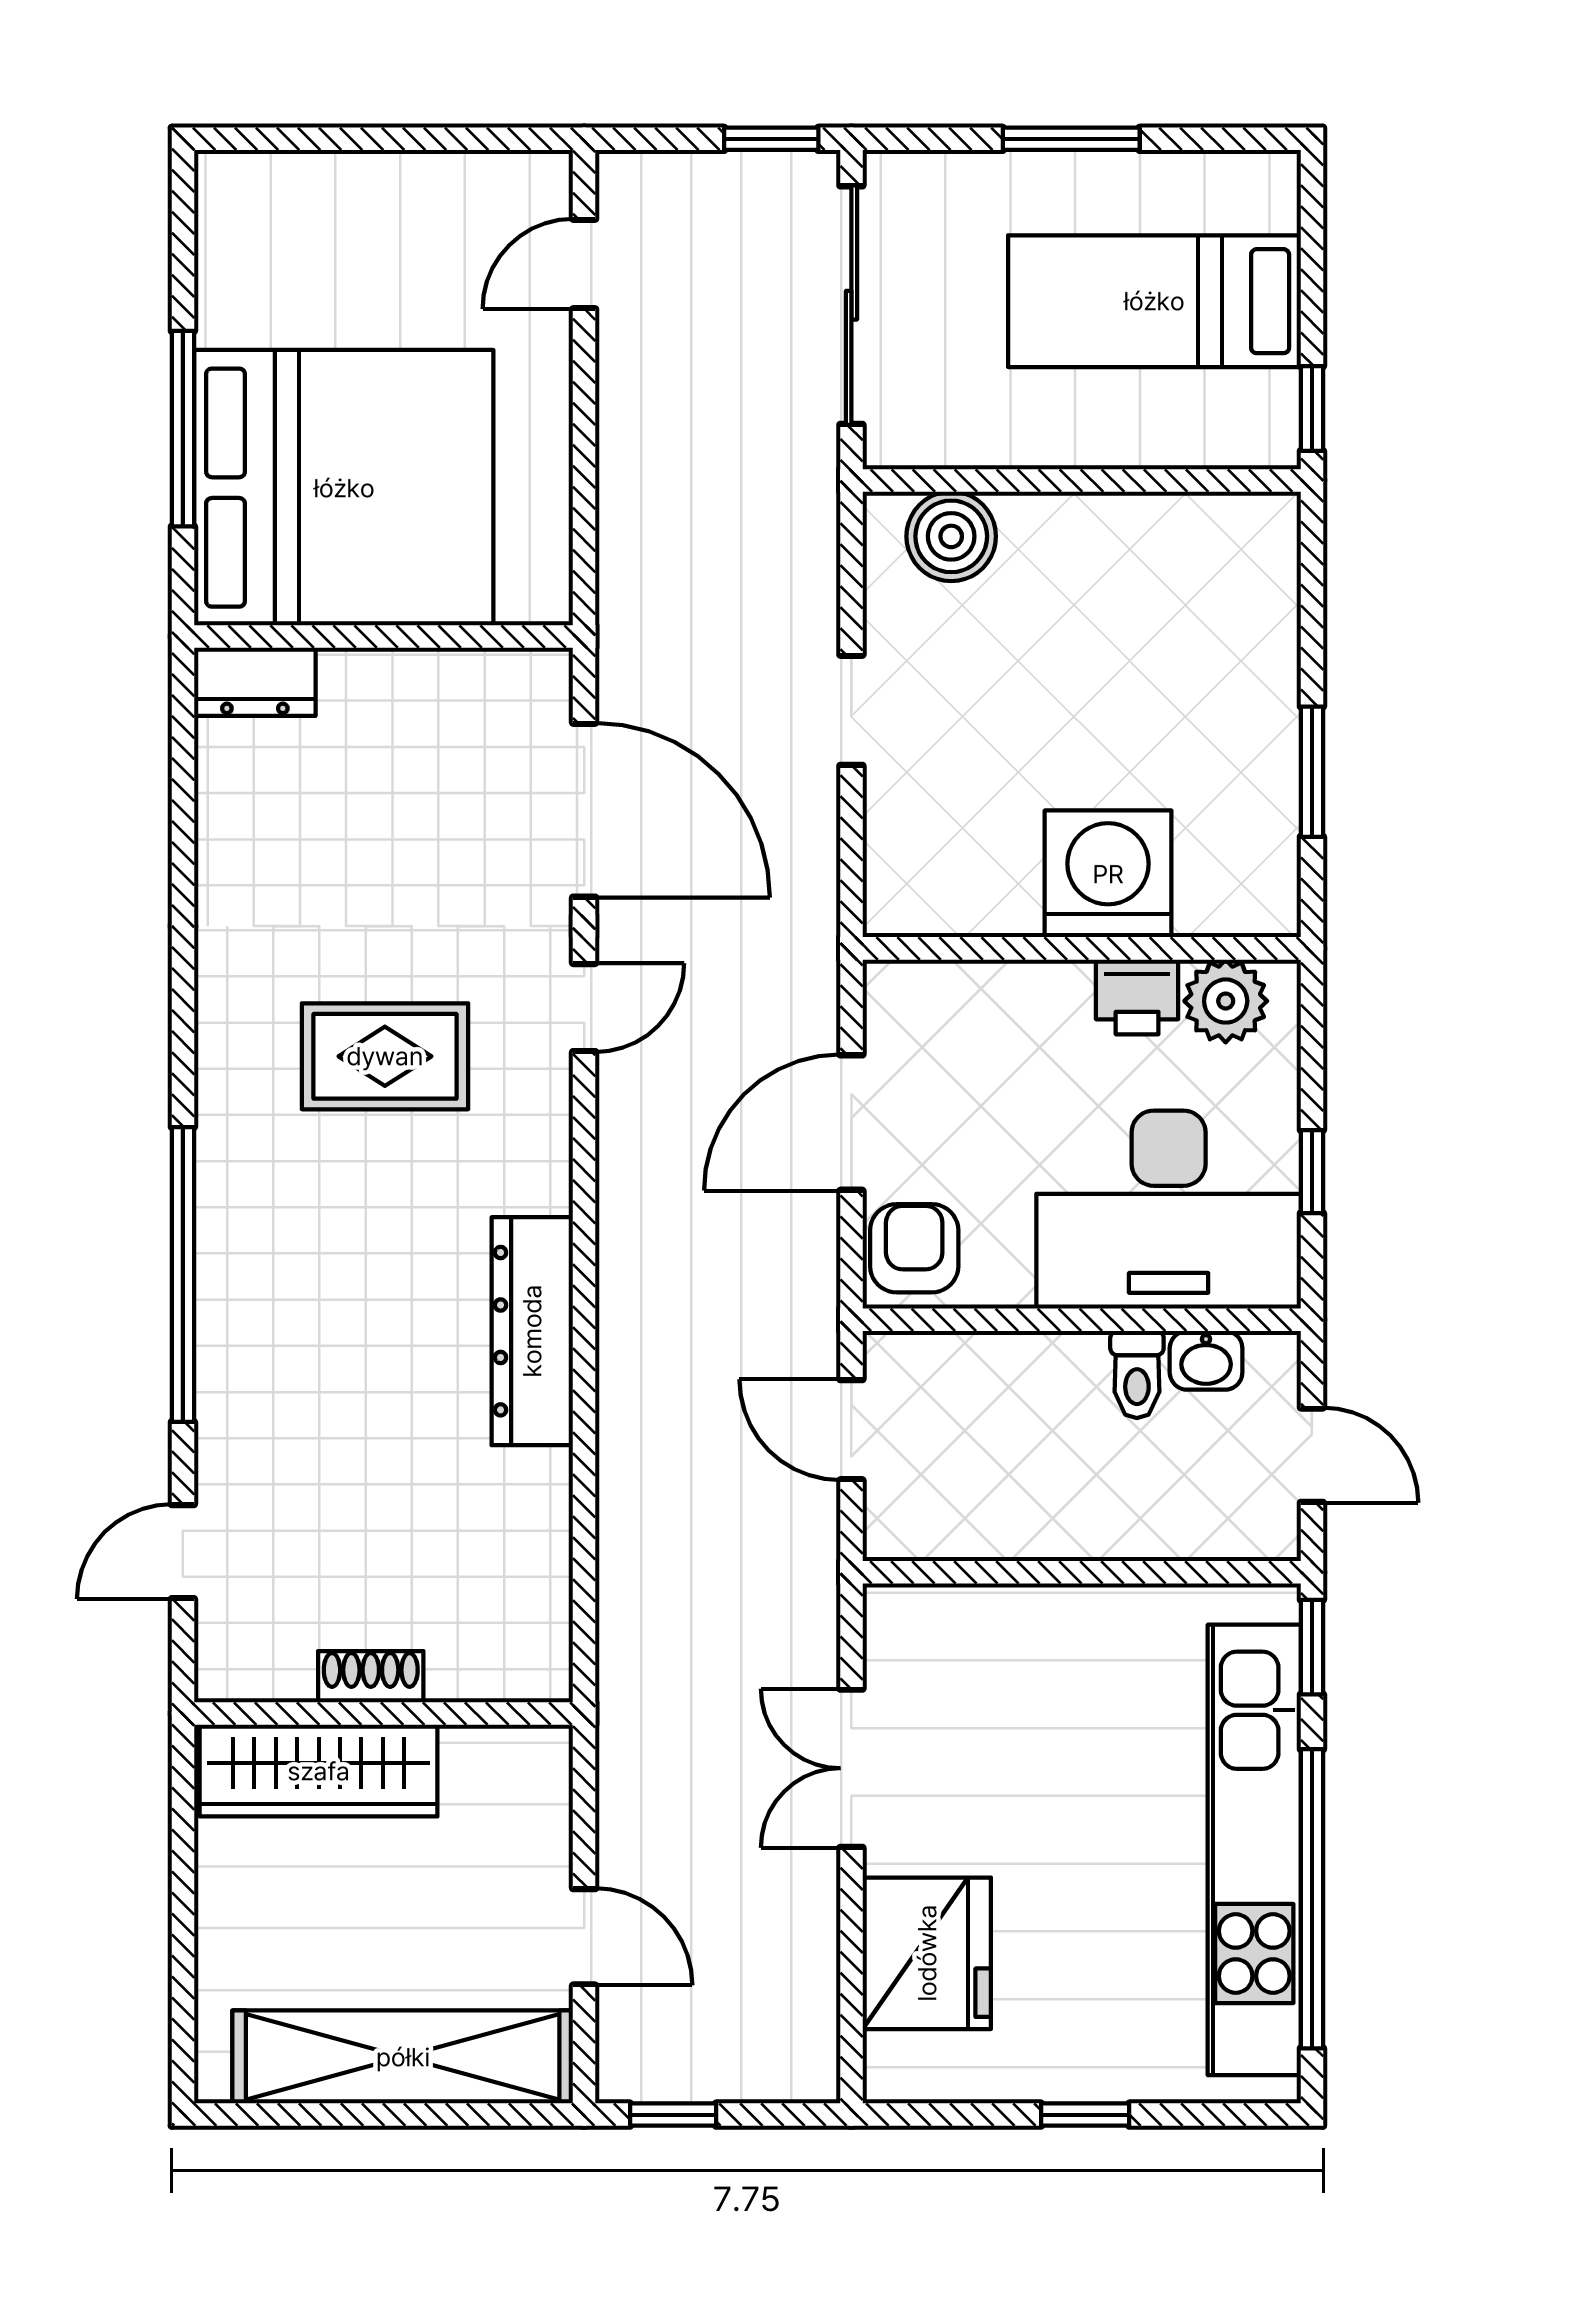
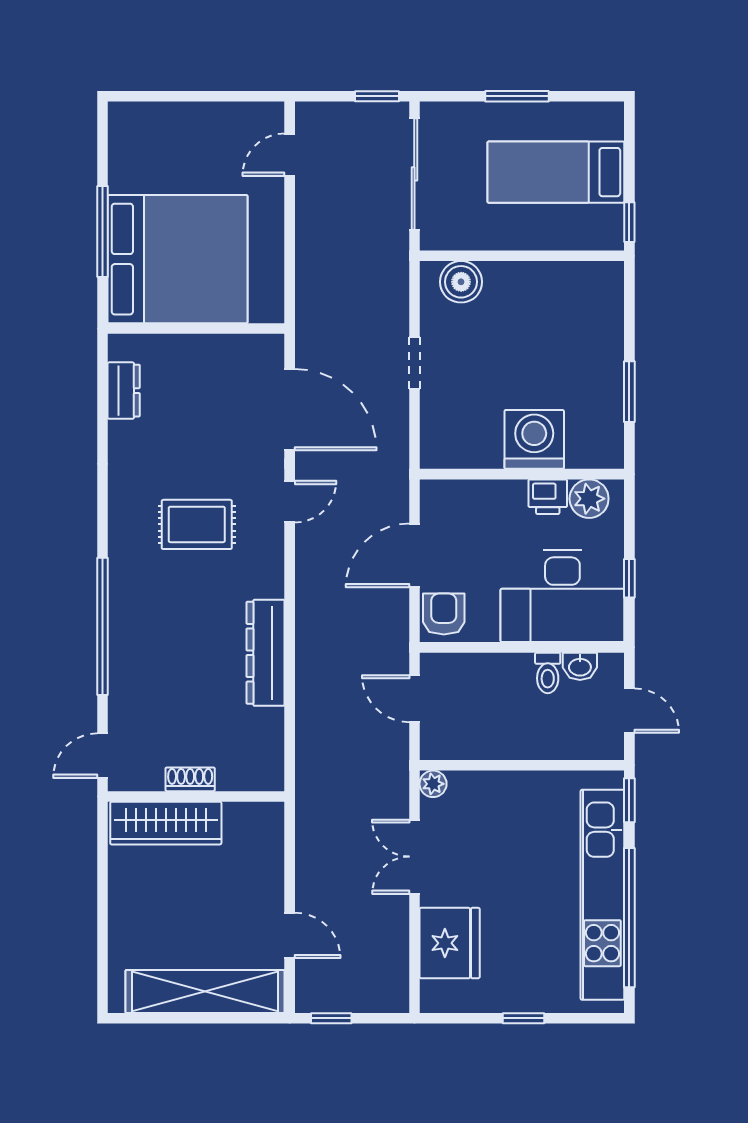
dresser: (255, 682) -> (124, 391), moved, turned -90
plant: (891, 1612) -> (433, 784), added
shoe rack: (371, 1677) -> (190, 779), moved
wall: (384, 1713) -> (196, 796), moved
wardrobe: (319, 1771) -> (166, 823), moved

